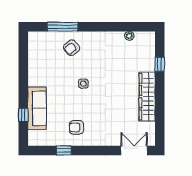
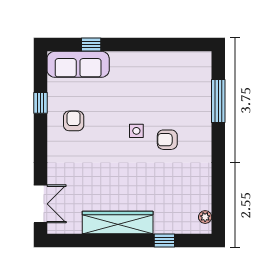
plant: (129, 36) -> (205, 217), moved
armchair: (72, 48) -> (167, 140), moved, turned -49
sofa: (37, 108) -> (78, 64), moved

